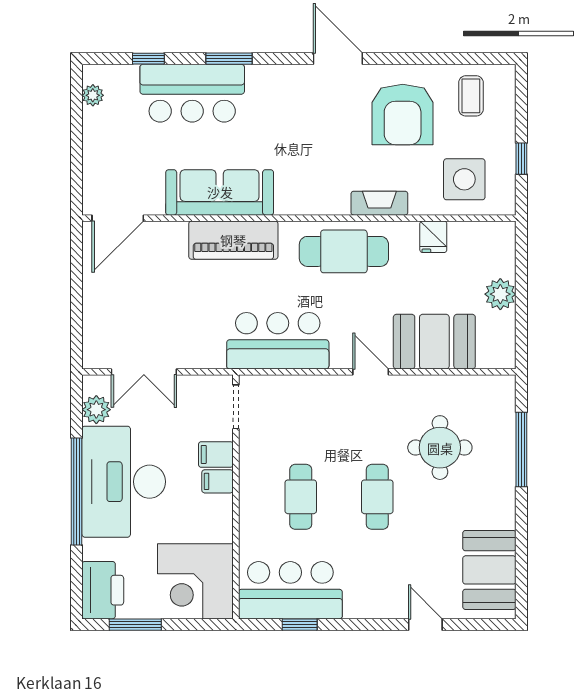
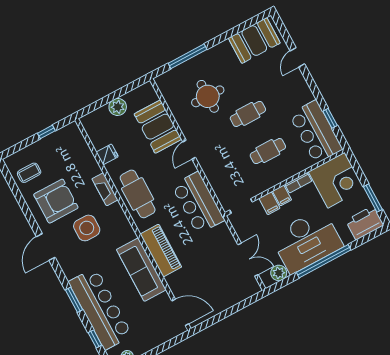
bar counter: (192, 93) -> (100, 309), width x1.36
side table: (464, 179) -> (87, 228), moved
bookcase: (224, 518) -> (298, 183), added

